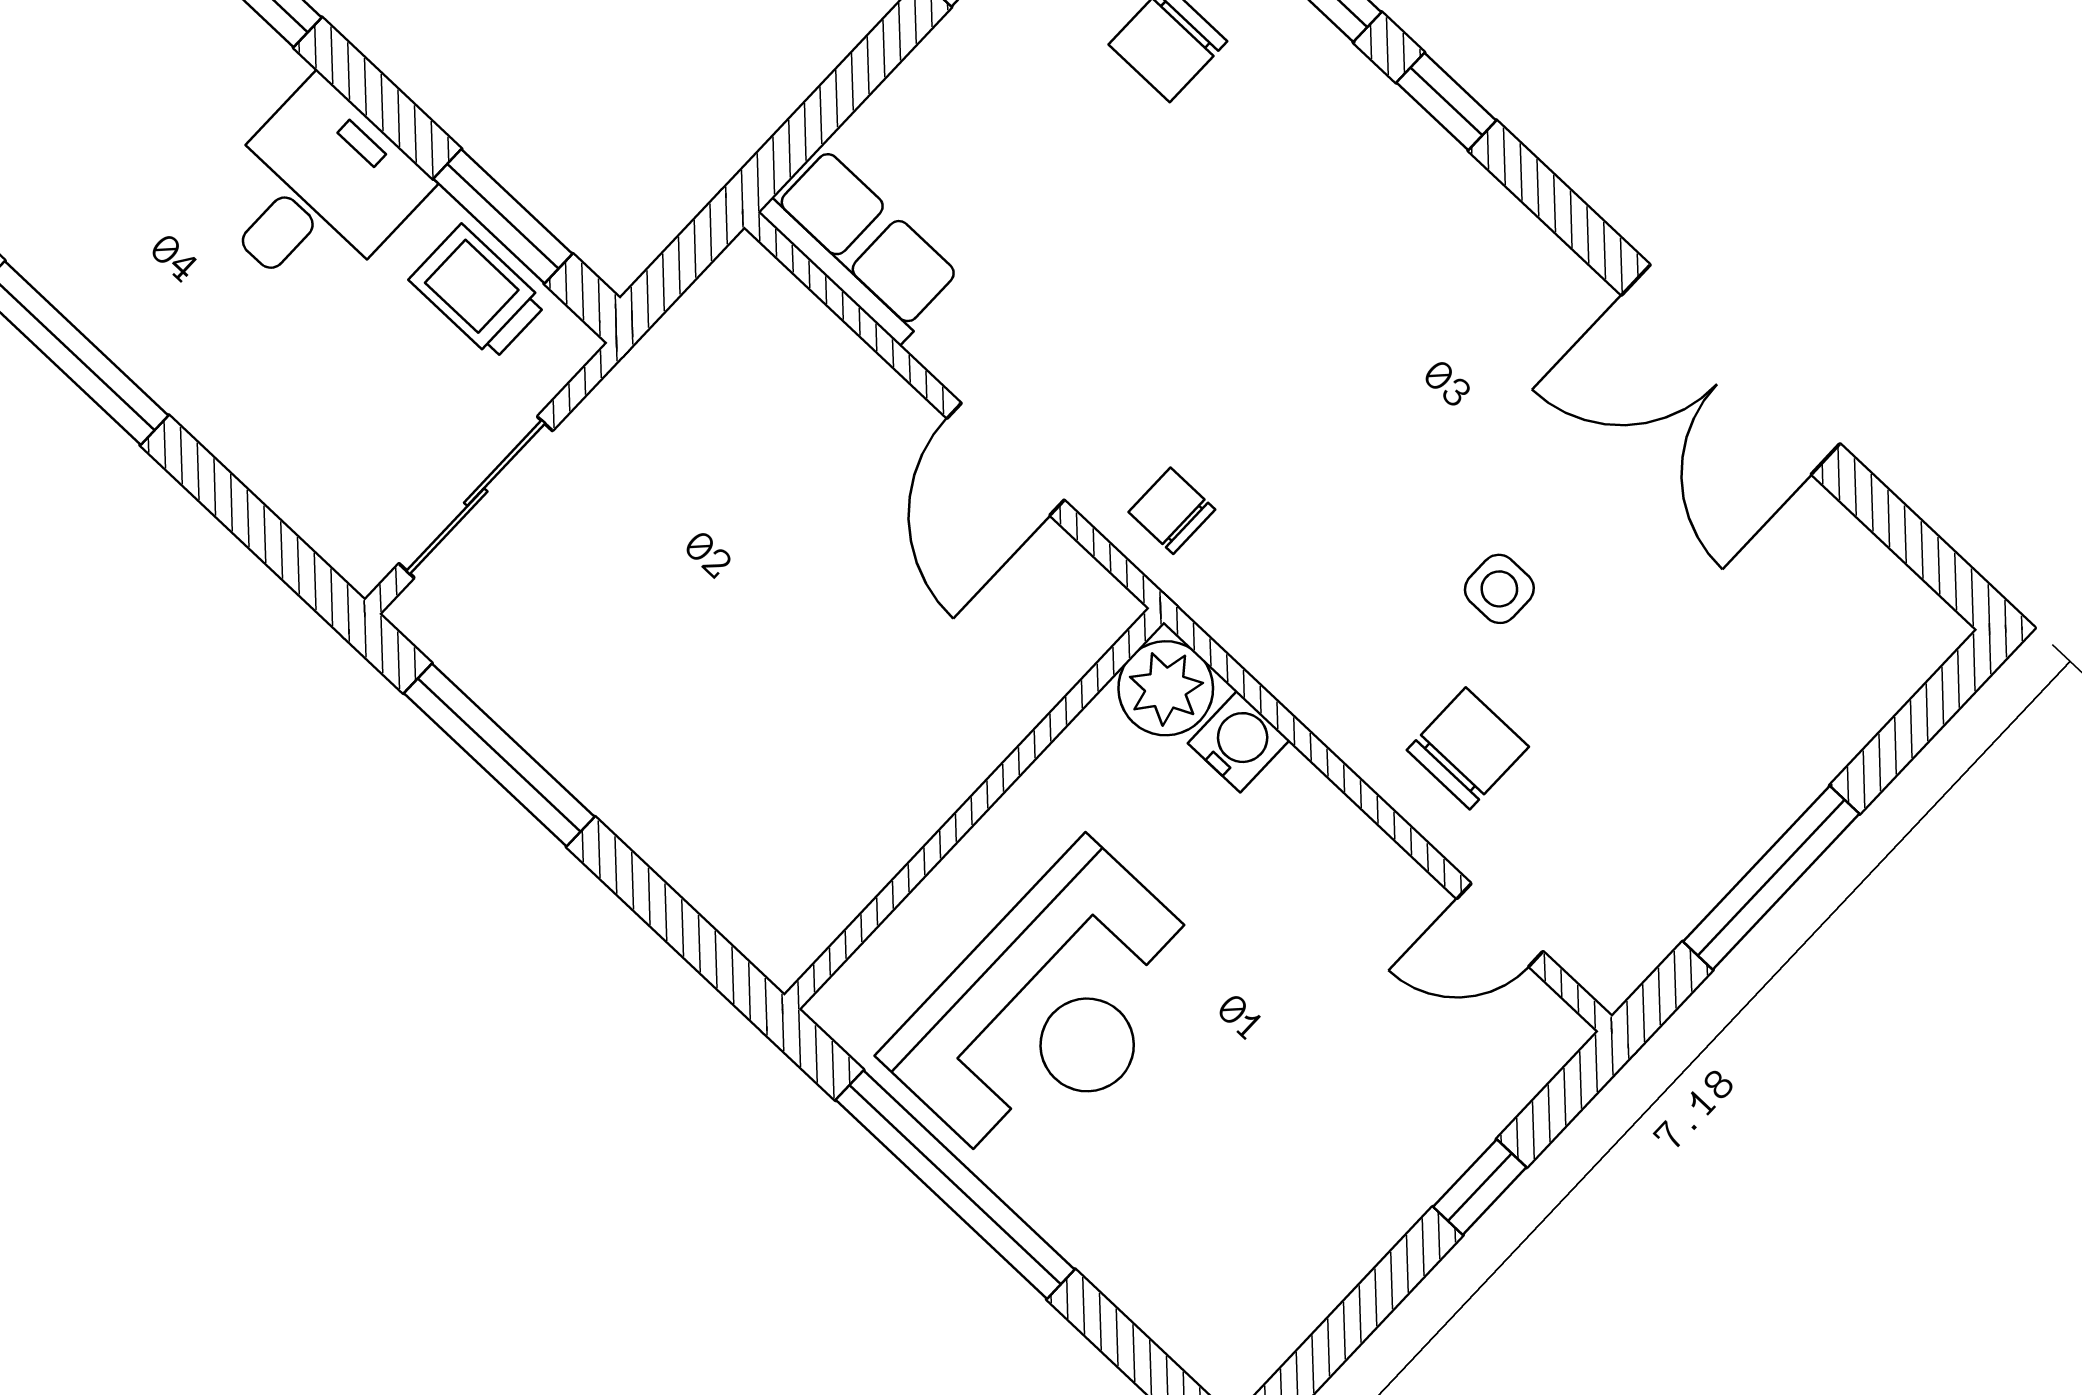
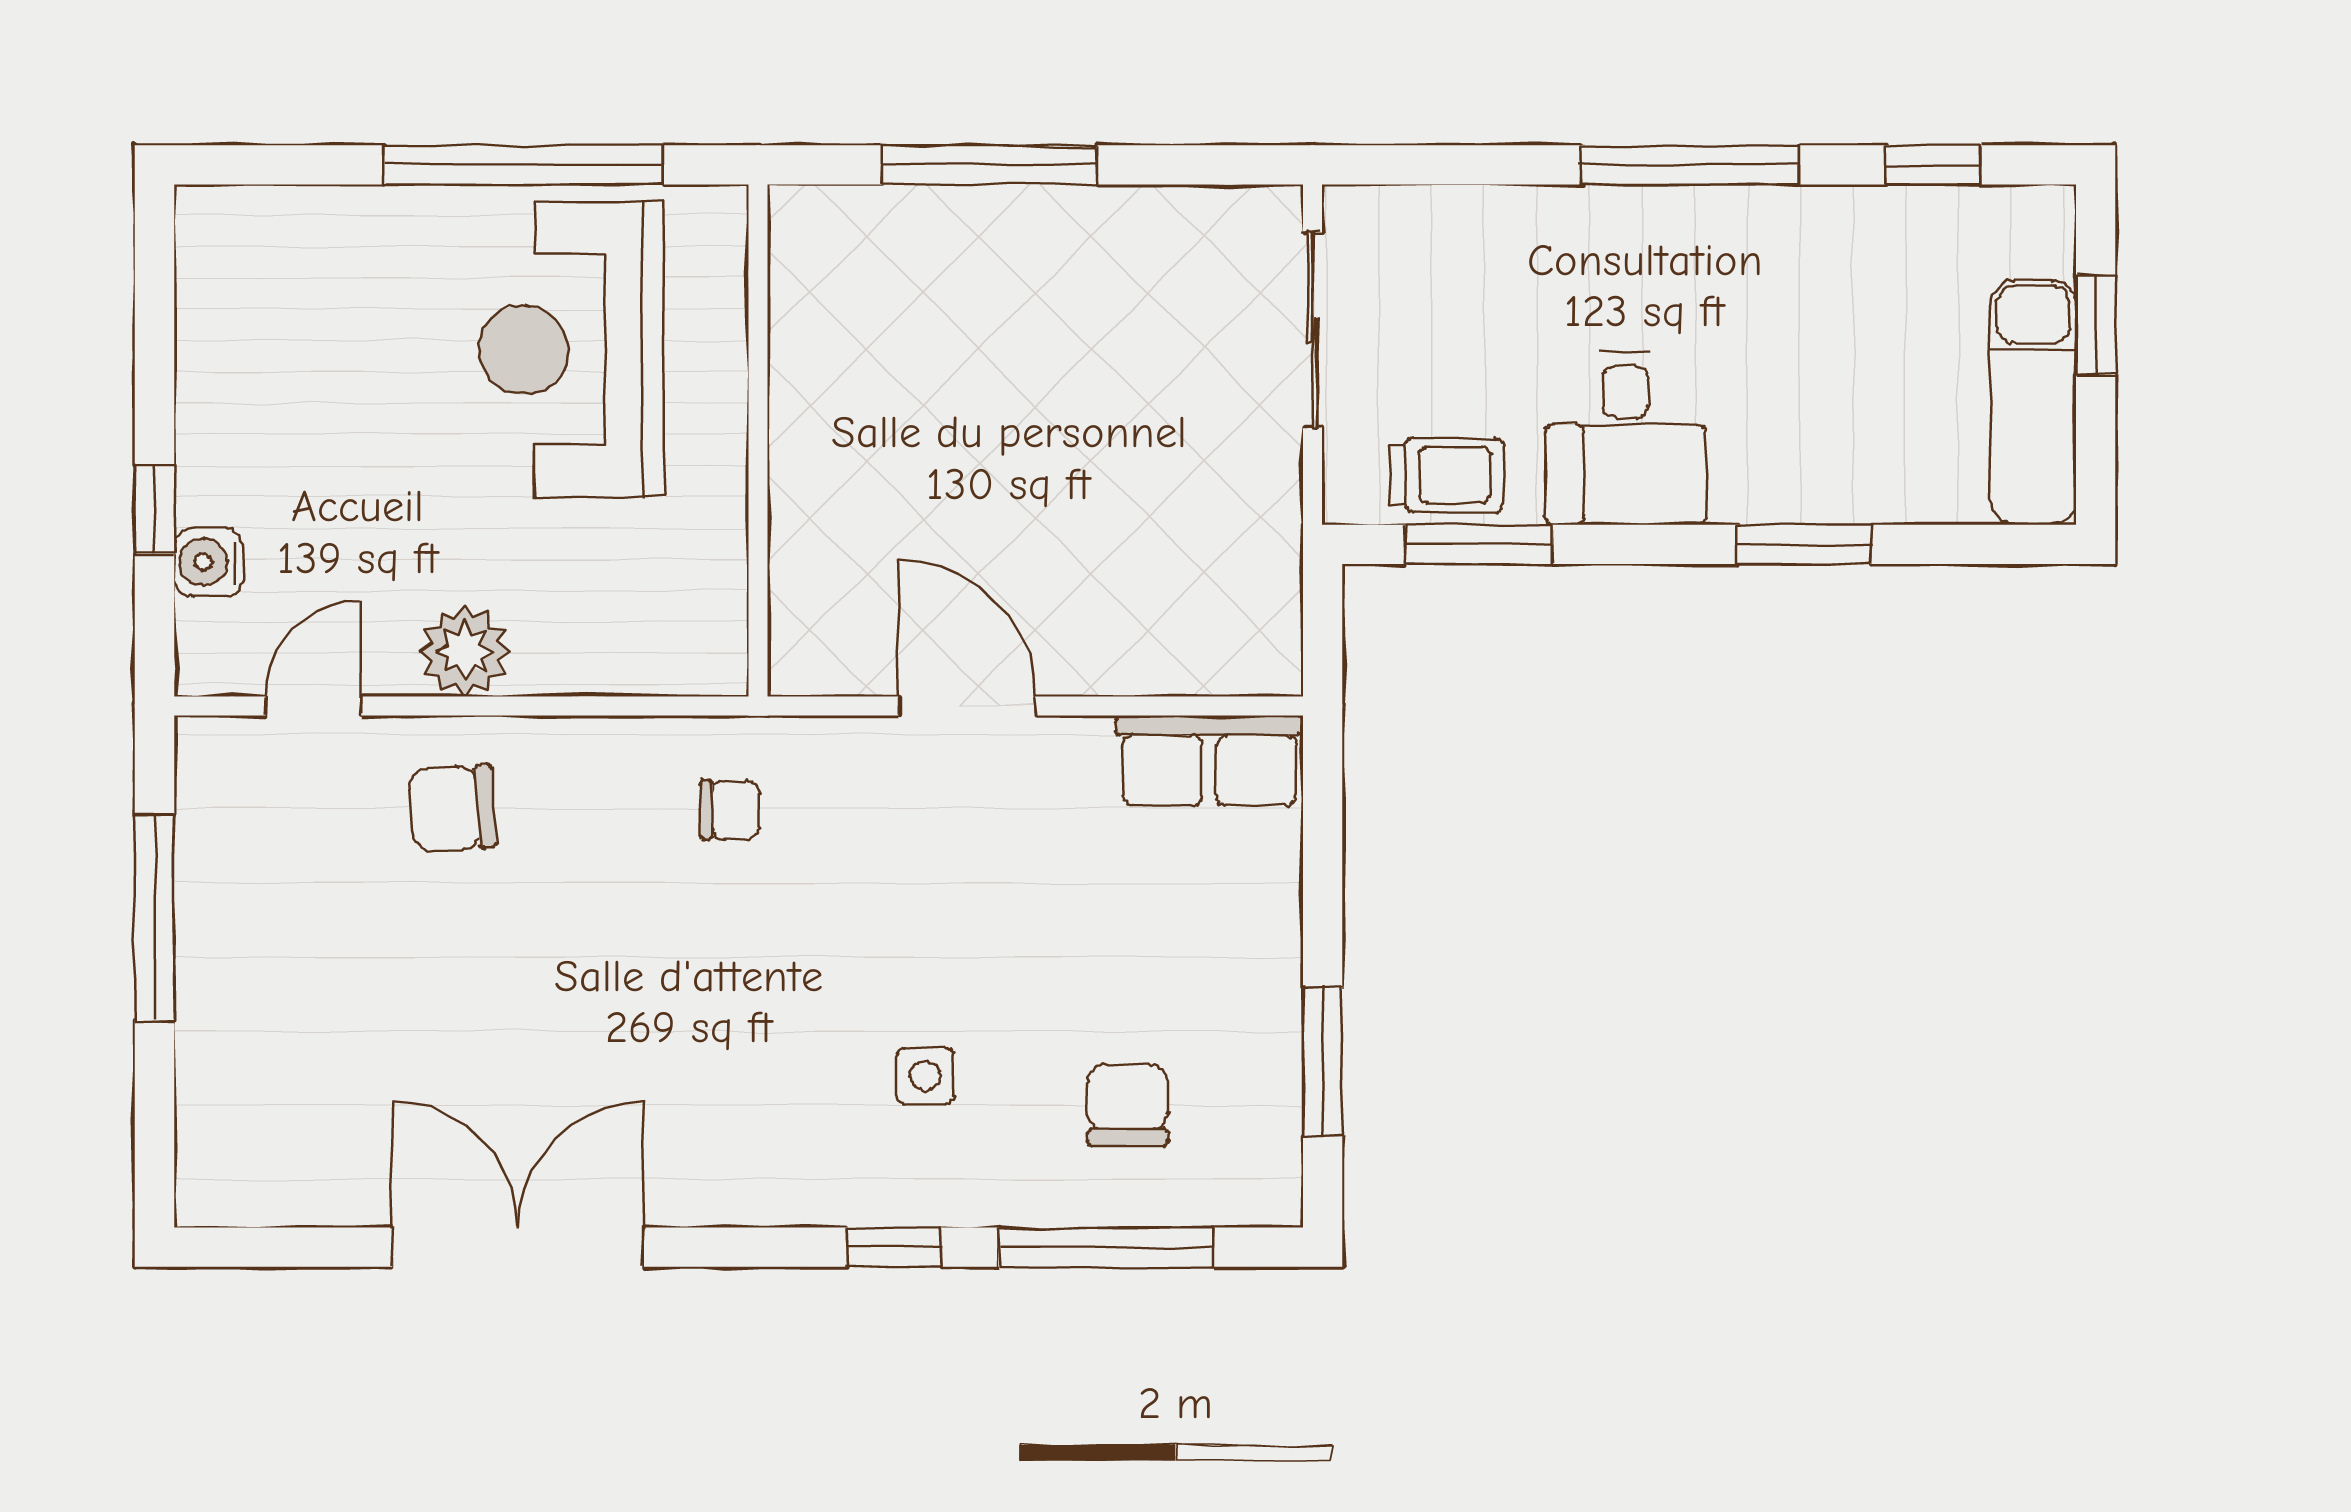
chair: (1172, 511) -> (730, 810), moved
side table: (1499, 589) -> (925, 1076), moved
plant: (1166, 688) -> (465, 651), moved
water cooler: (1239, 742) -> (209, 562), moved, turned 90
chair: (1468, 748) -> (452, 809), turned 86
window: (499, 755) -> (989, 165), moved

